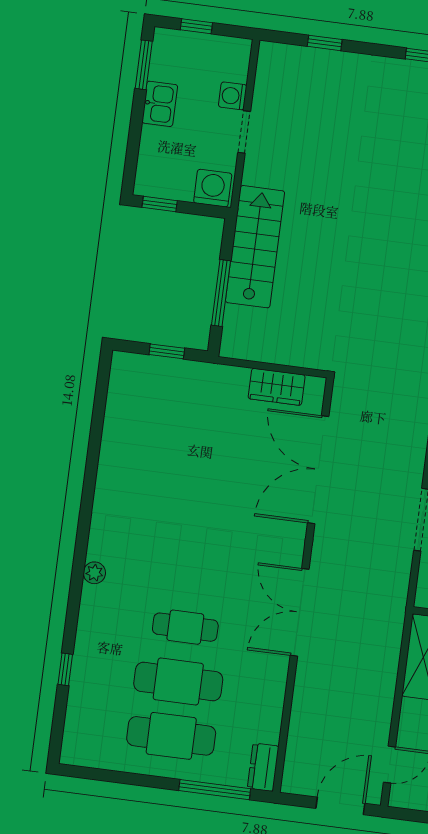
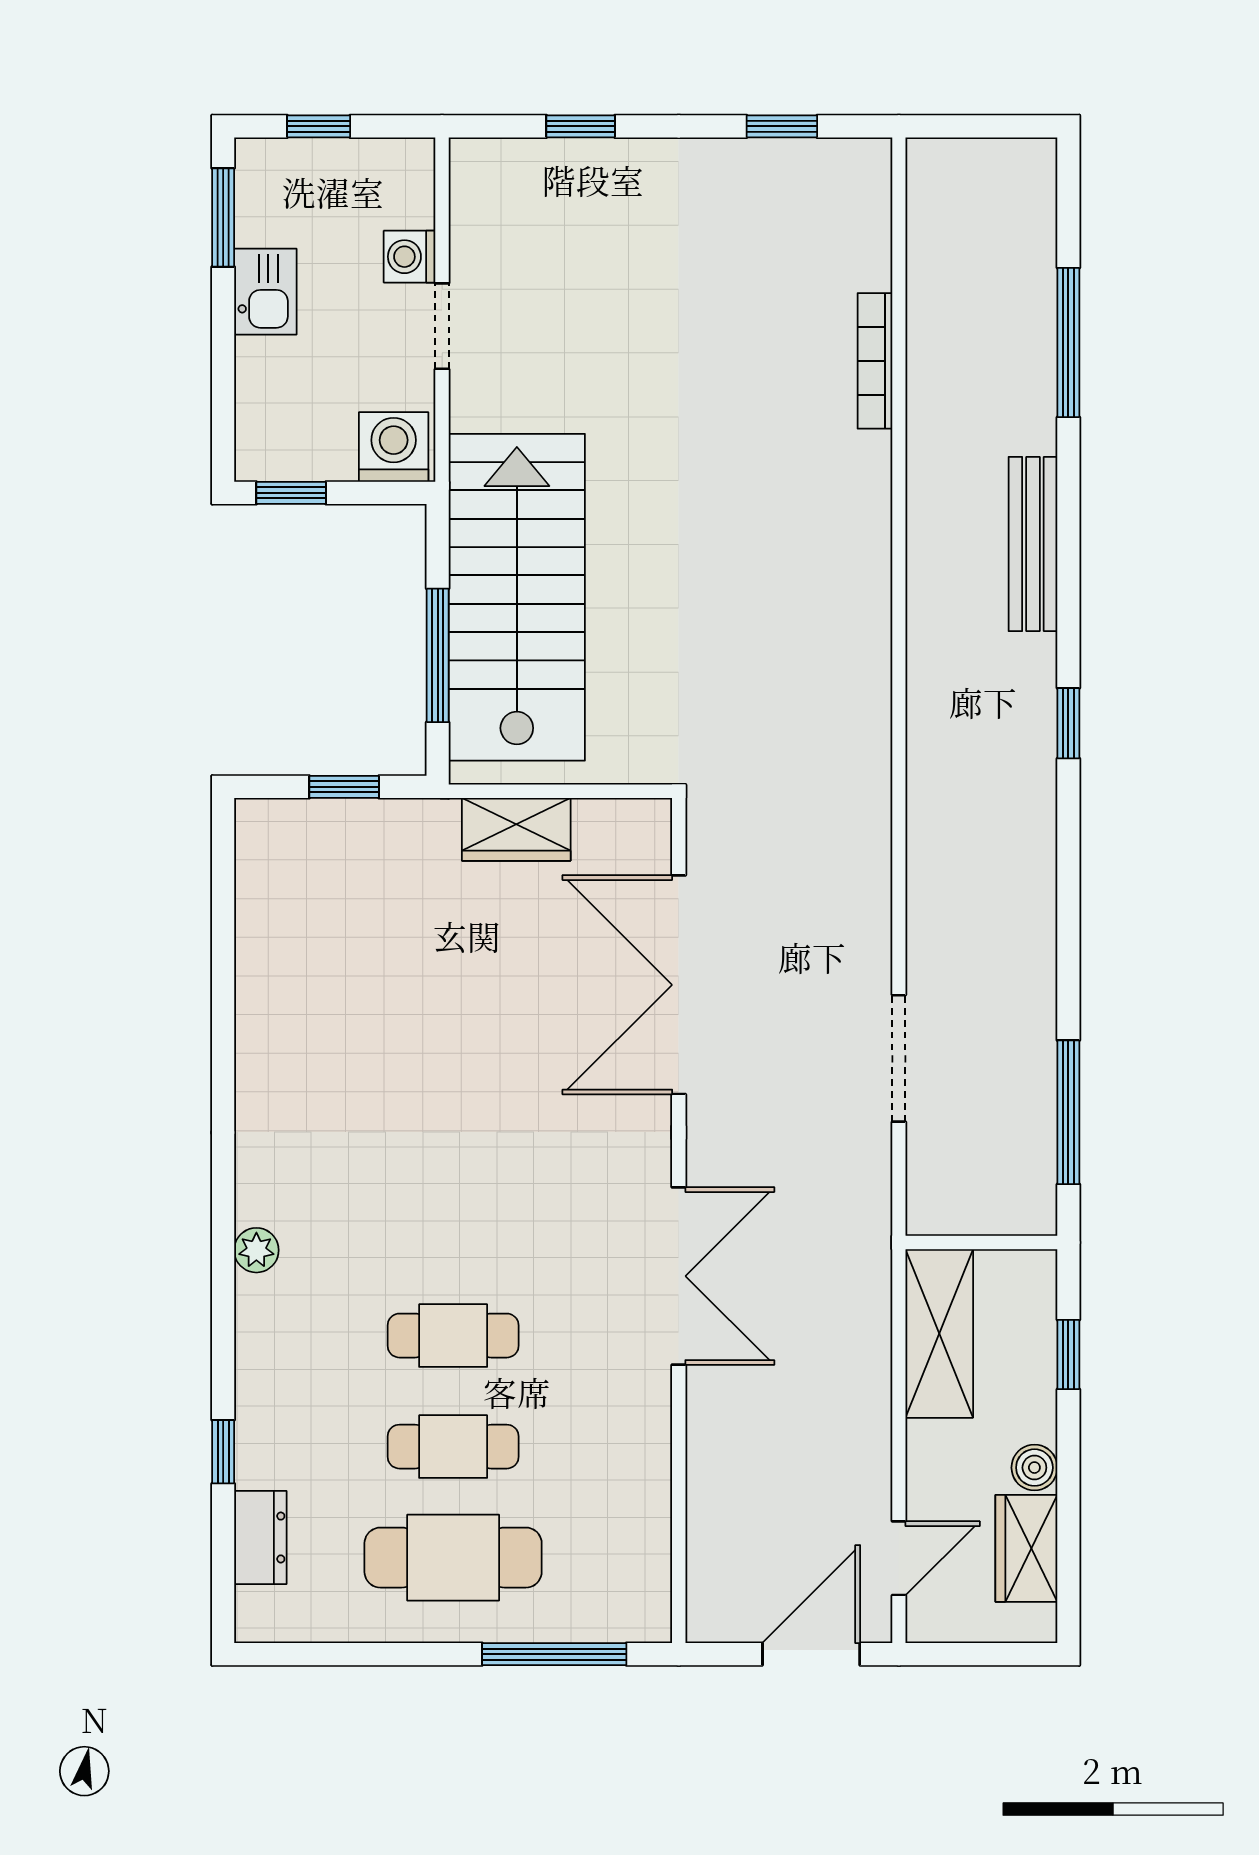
stairs: (255, 247) -> (517, 597), width x1.36, depth x1.51
wardrobe: (277, 387) -> (516, 829), moved
double door: (300, 612) -> (679, 1276), swing flipped
cafe table: (178, 681) -> (453, 1447), width x0.73, depth x0.74
dresser: (263, 767) -> (260, 1538), moved, turned 180

